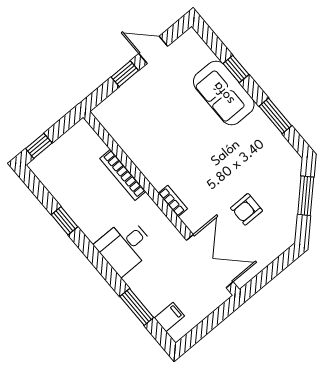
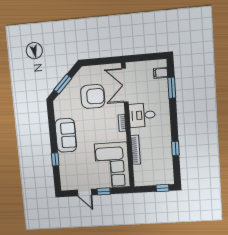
sofa: (224, 93) -> (66, 135), moved
window: (275, 116) -> (52, 128), removed
corner sofa: (141, 125) -> (112, 165), added
armchair: (247, 209) -> (93, 96), width x1.88, depth x1.88
desk: (125, 246) -> (142, 115), moved, turned 180

